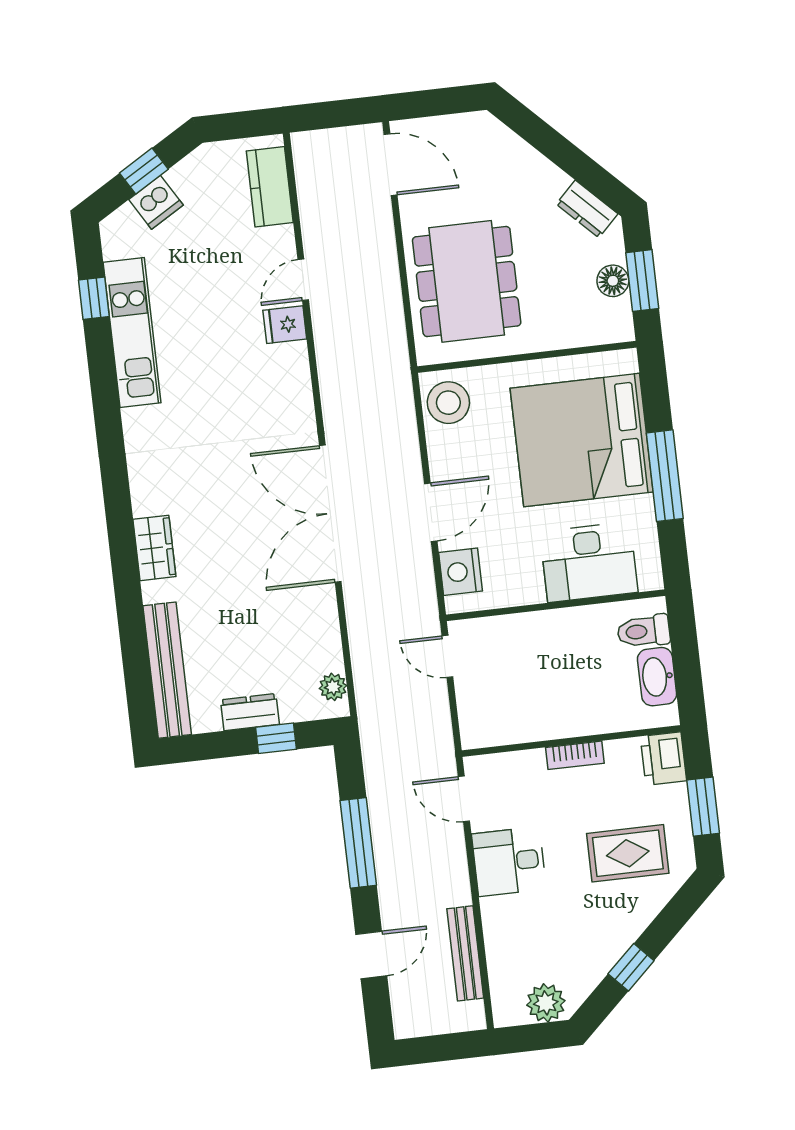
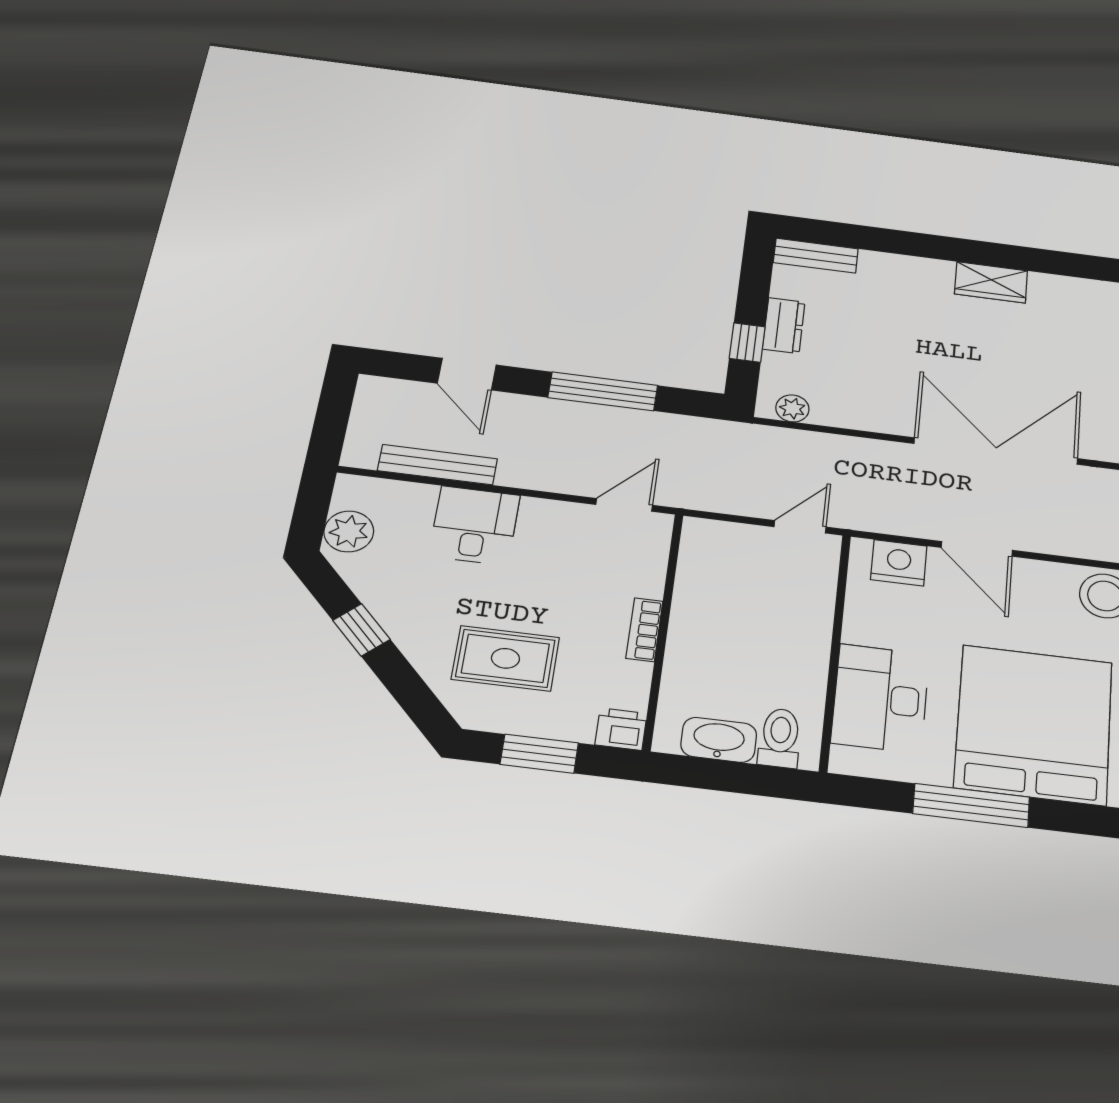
bench: (167, 670) -> (816, 256), width x0.54, depth x0.82
printer: (663, 759) -> (621, 729), width x0.73, depth x0.81
rug: (628, 853) -> (505, 658), turned 90
desk: (509, 861) -> (474, 526), moved

